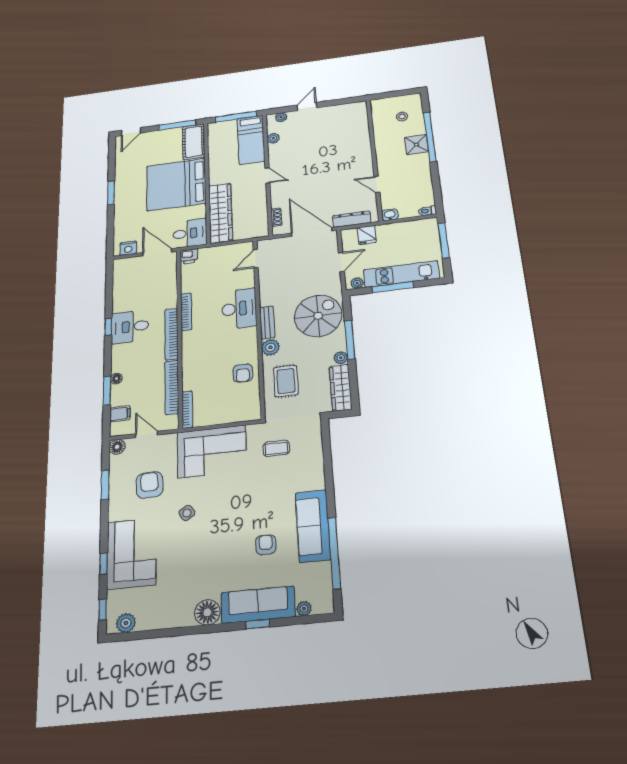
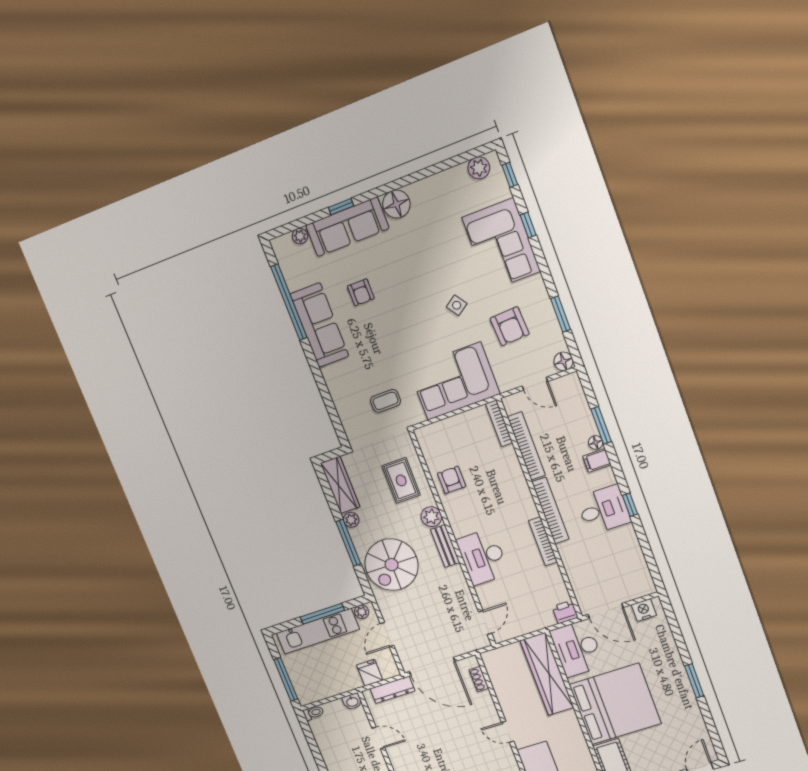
desk: (190, 233) -> (577, 649), width x1.37
filing cabinet: (120, 414) -> (597, 460), moved

